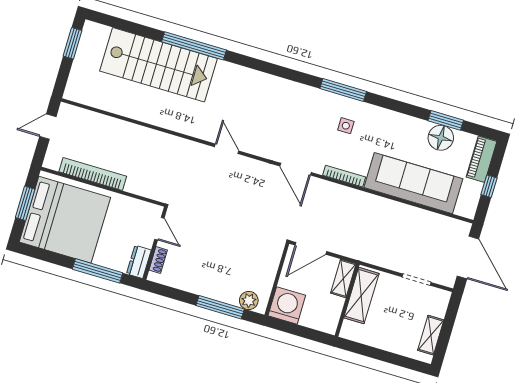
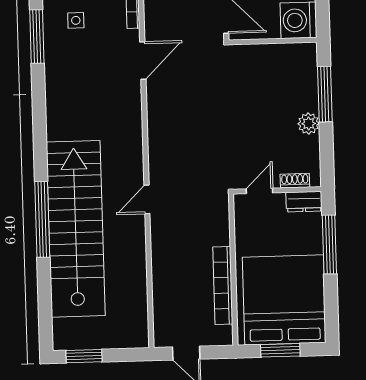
stairs: (158, 65) -> (76, 229), width x1.36
door: (227, 149) -> (147, 199), moved
plant: (249, 301) -> (309, 124), moved

